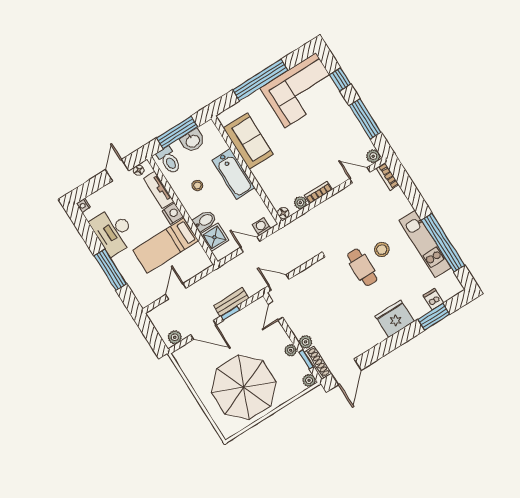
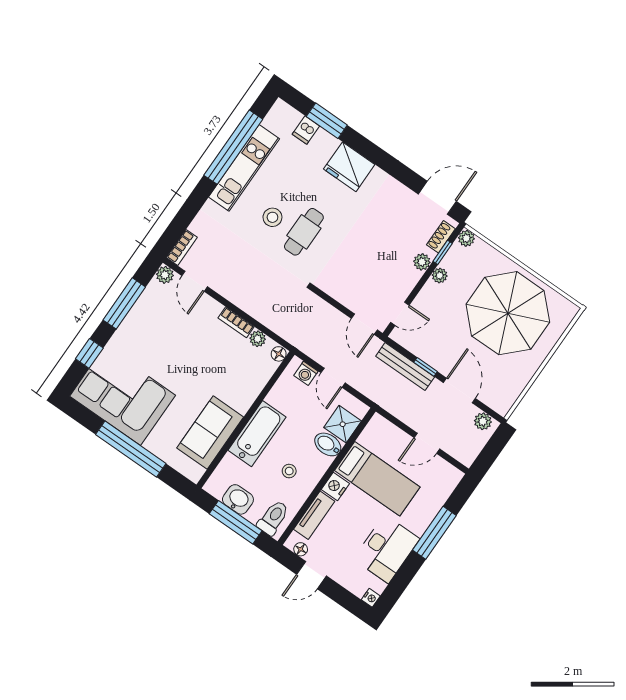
bench: (231, 302) -> (405, 367), width x1.36
shoe rack: (318, 363) -> (441, 237), width x0.70

